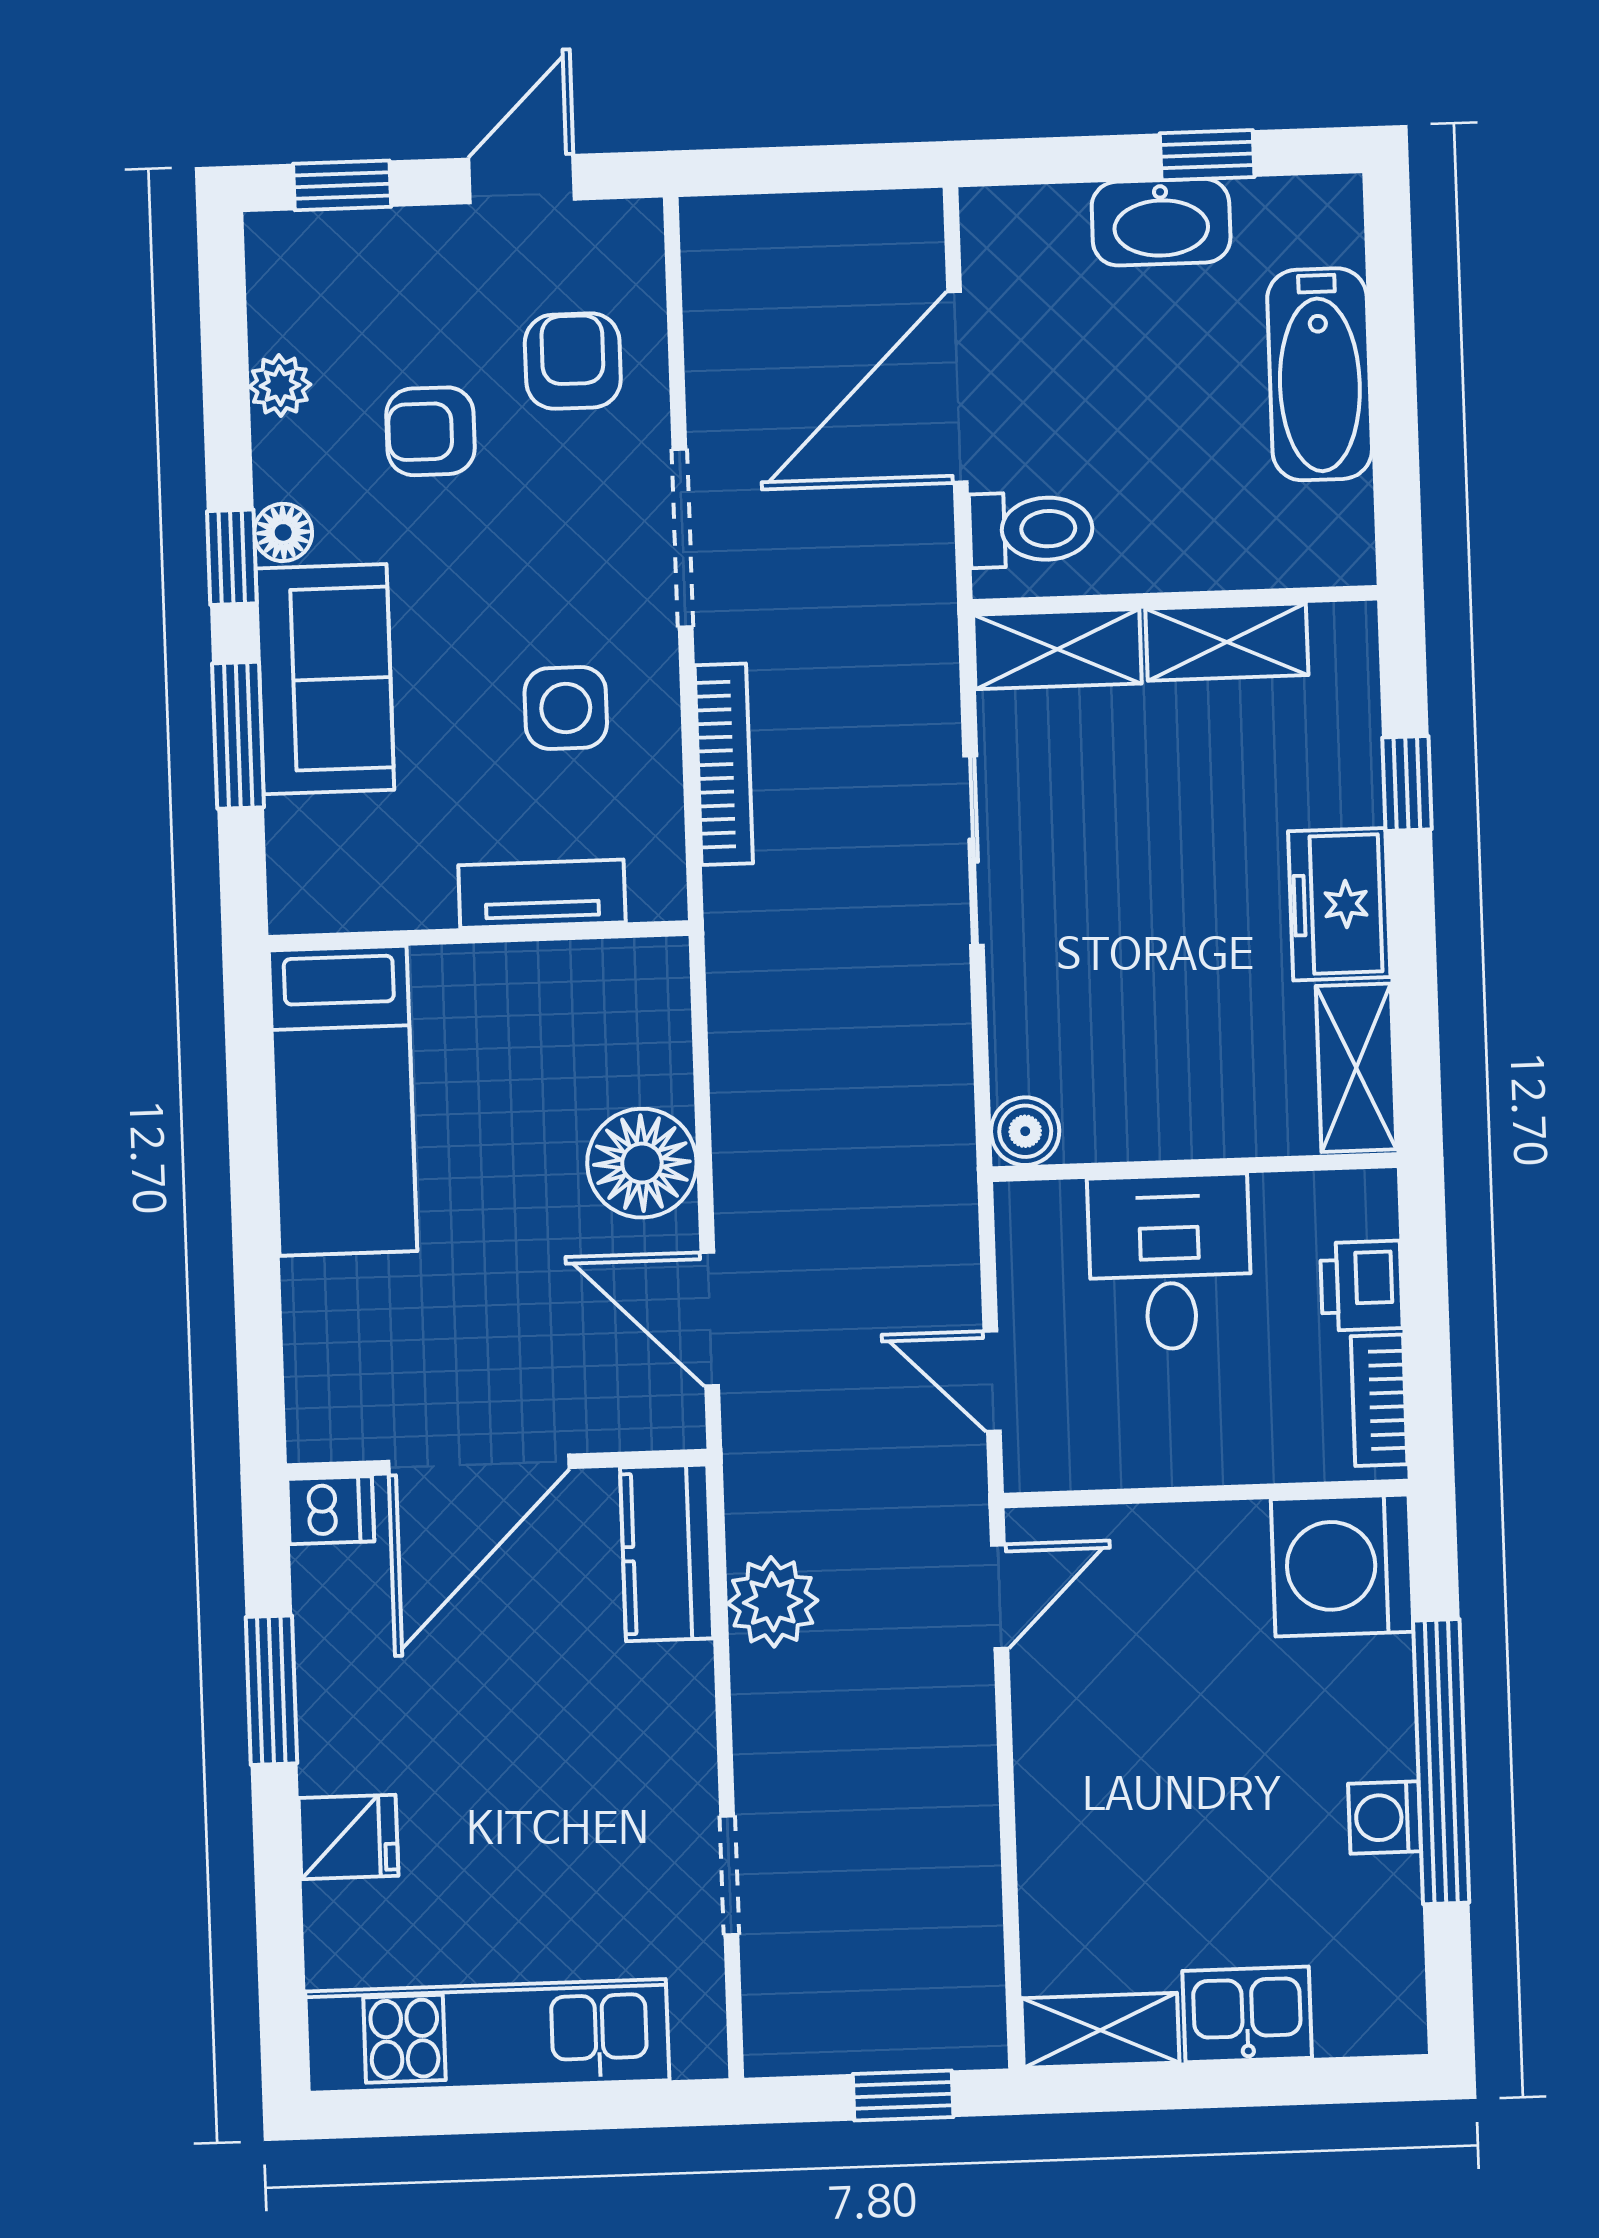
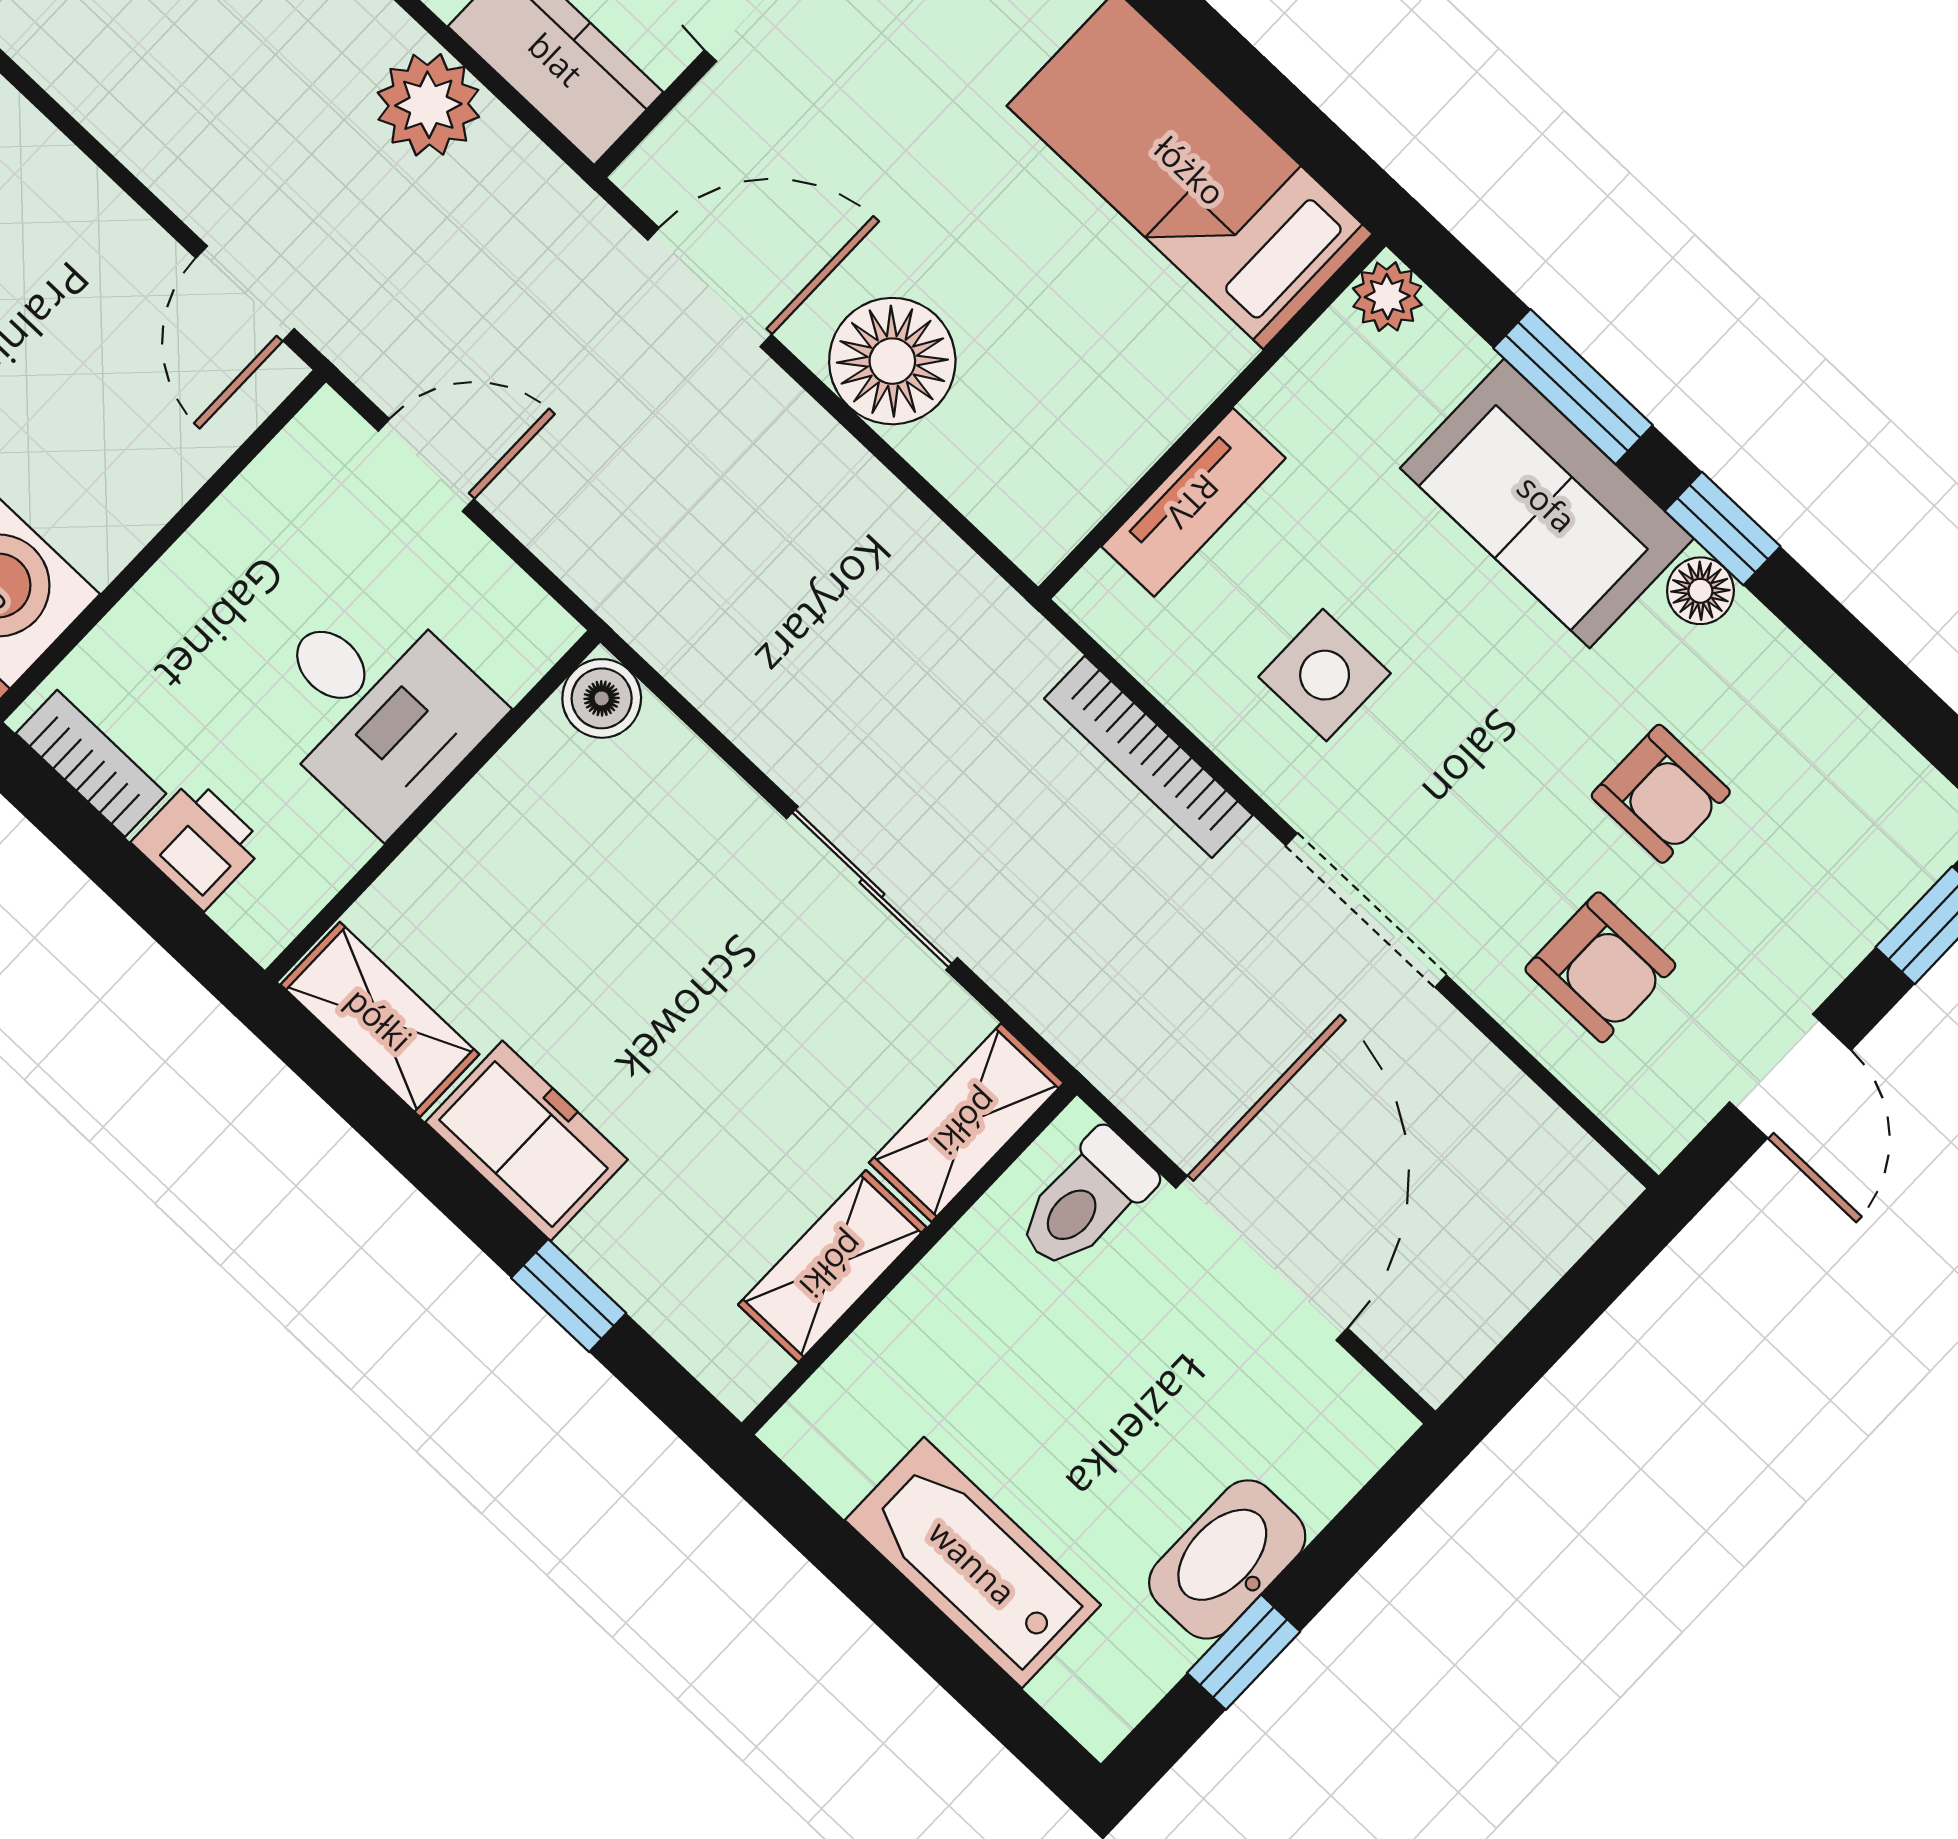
plant: (280, 386) -> (1387, 297), moved
armchair: (431, 431) -> (1661, 794), turned 90

